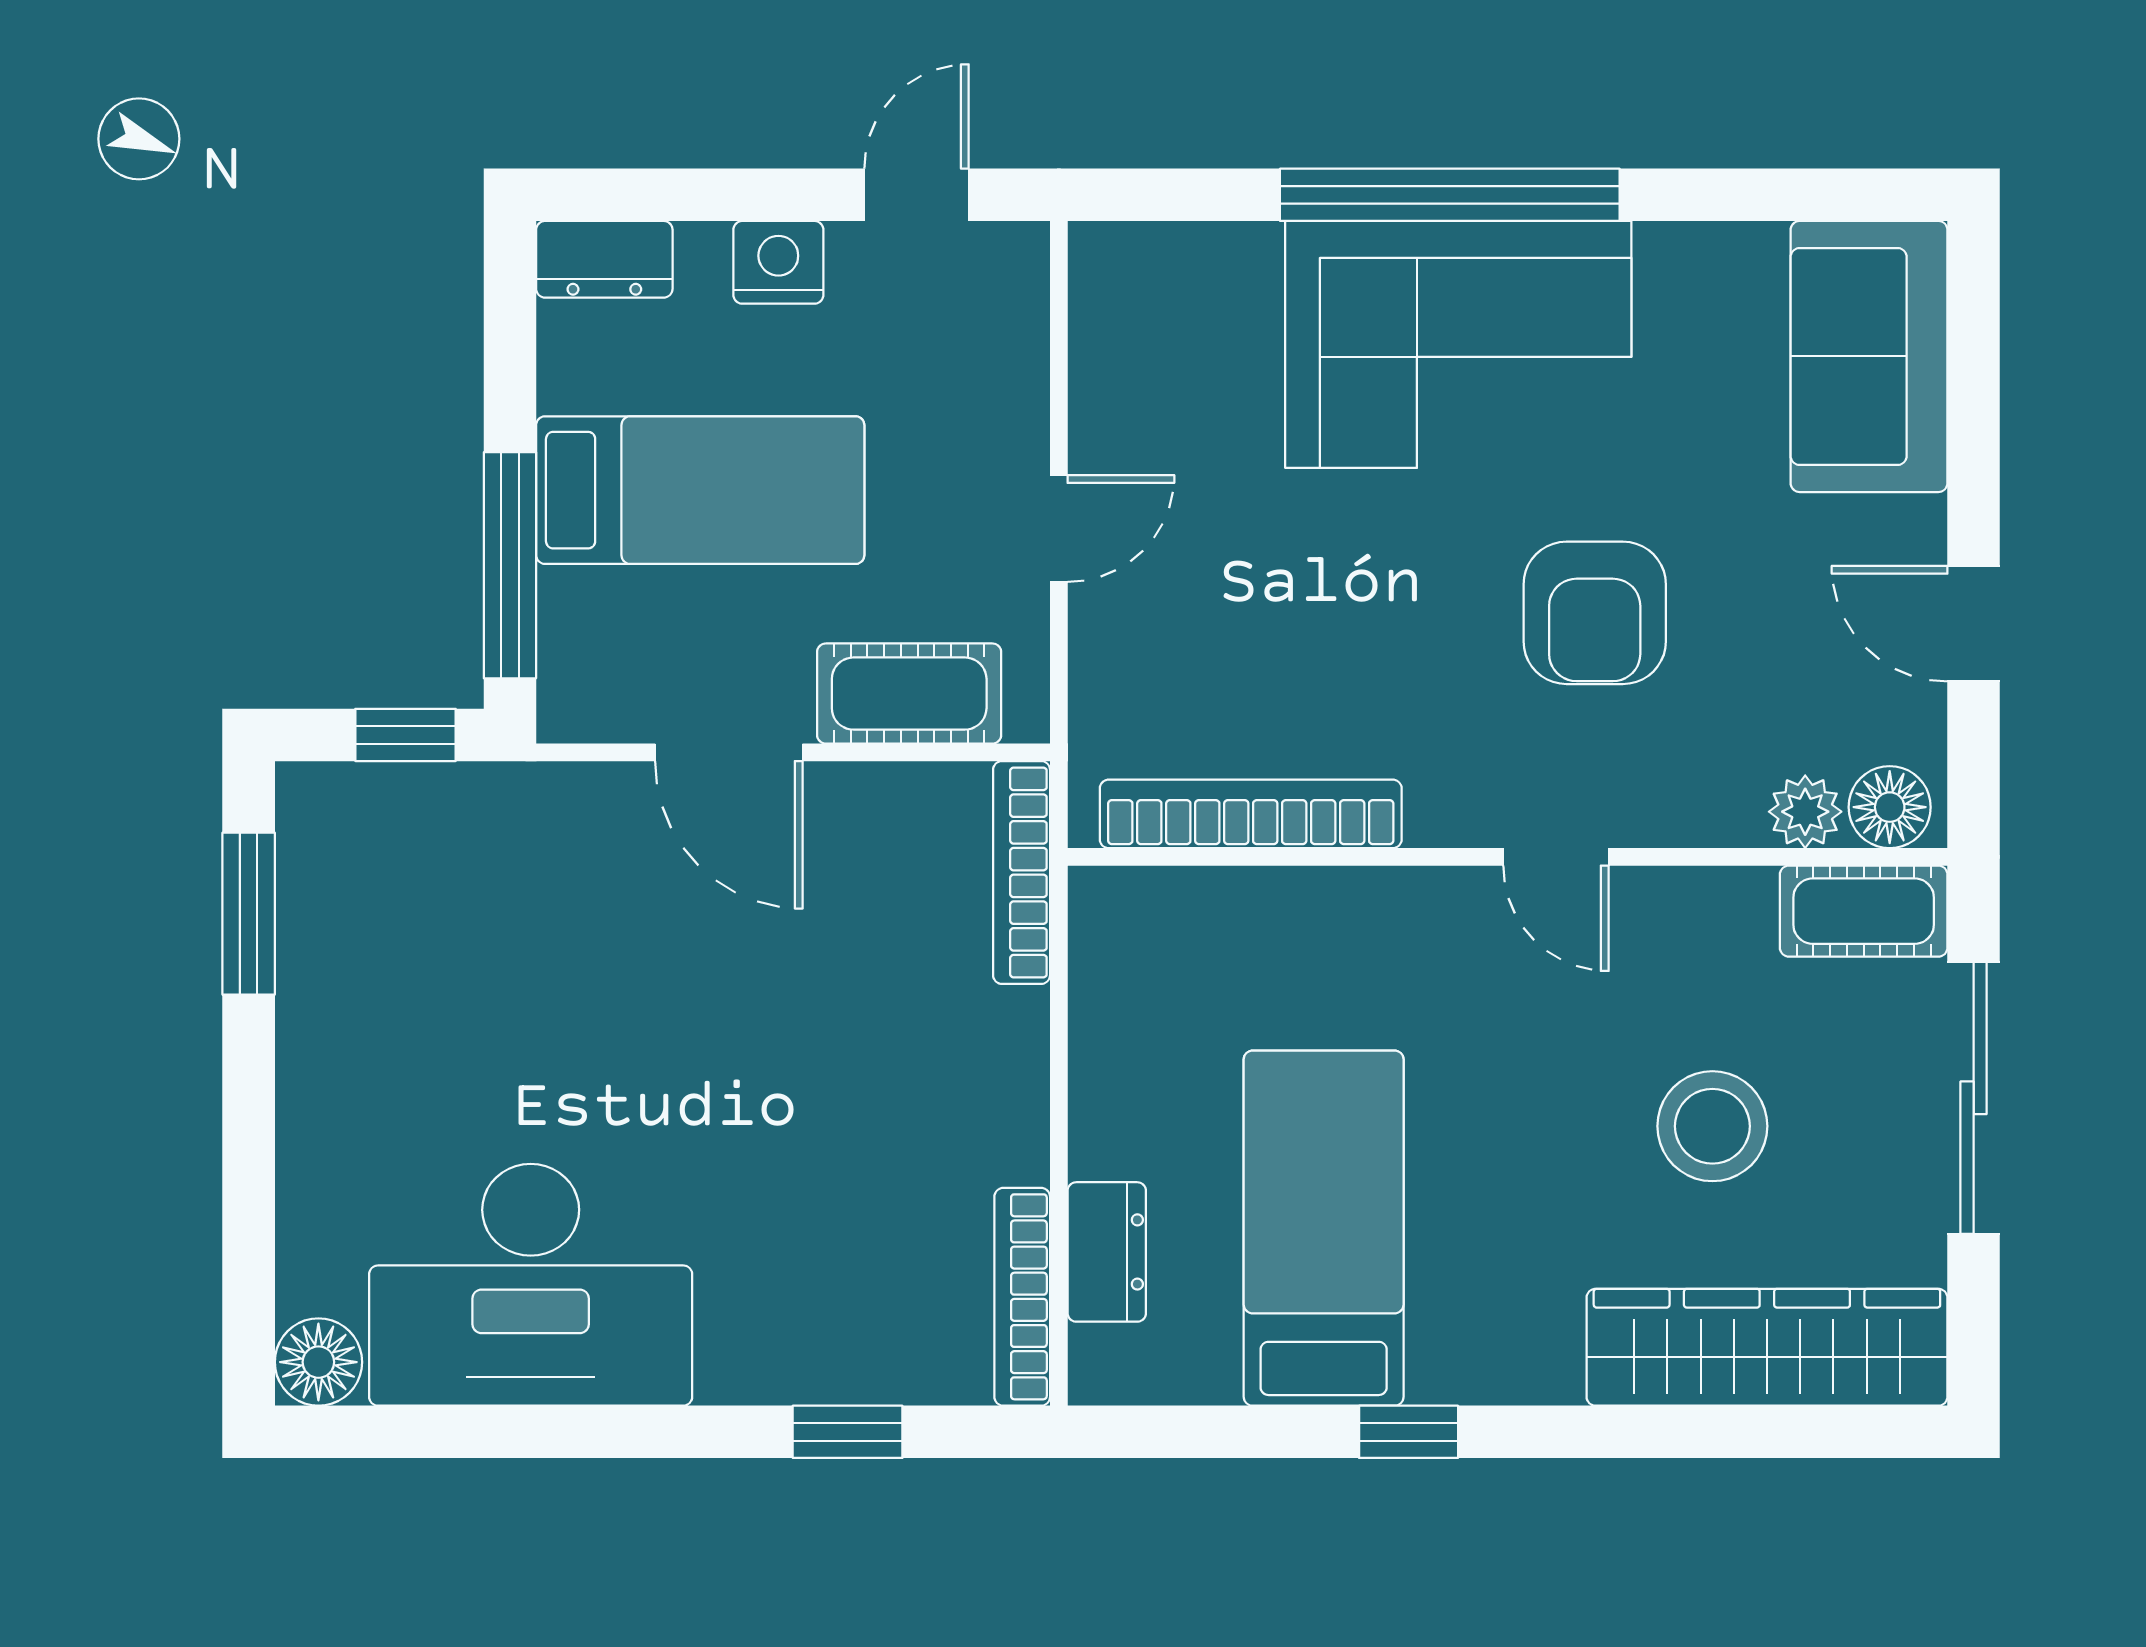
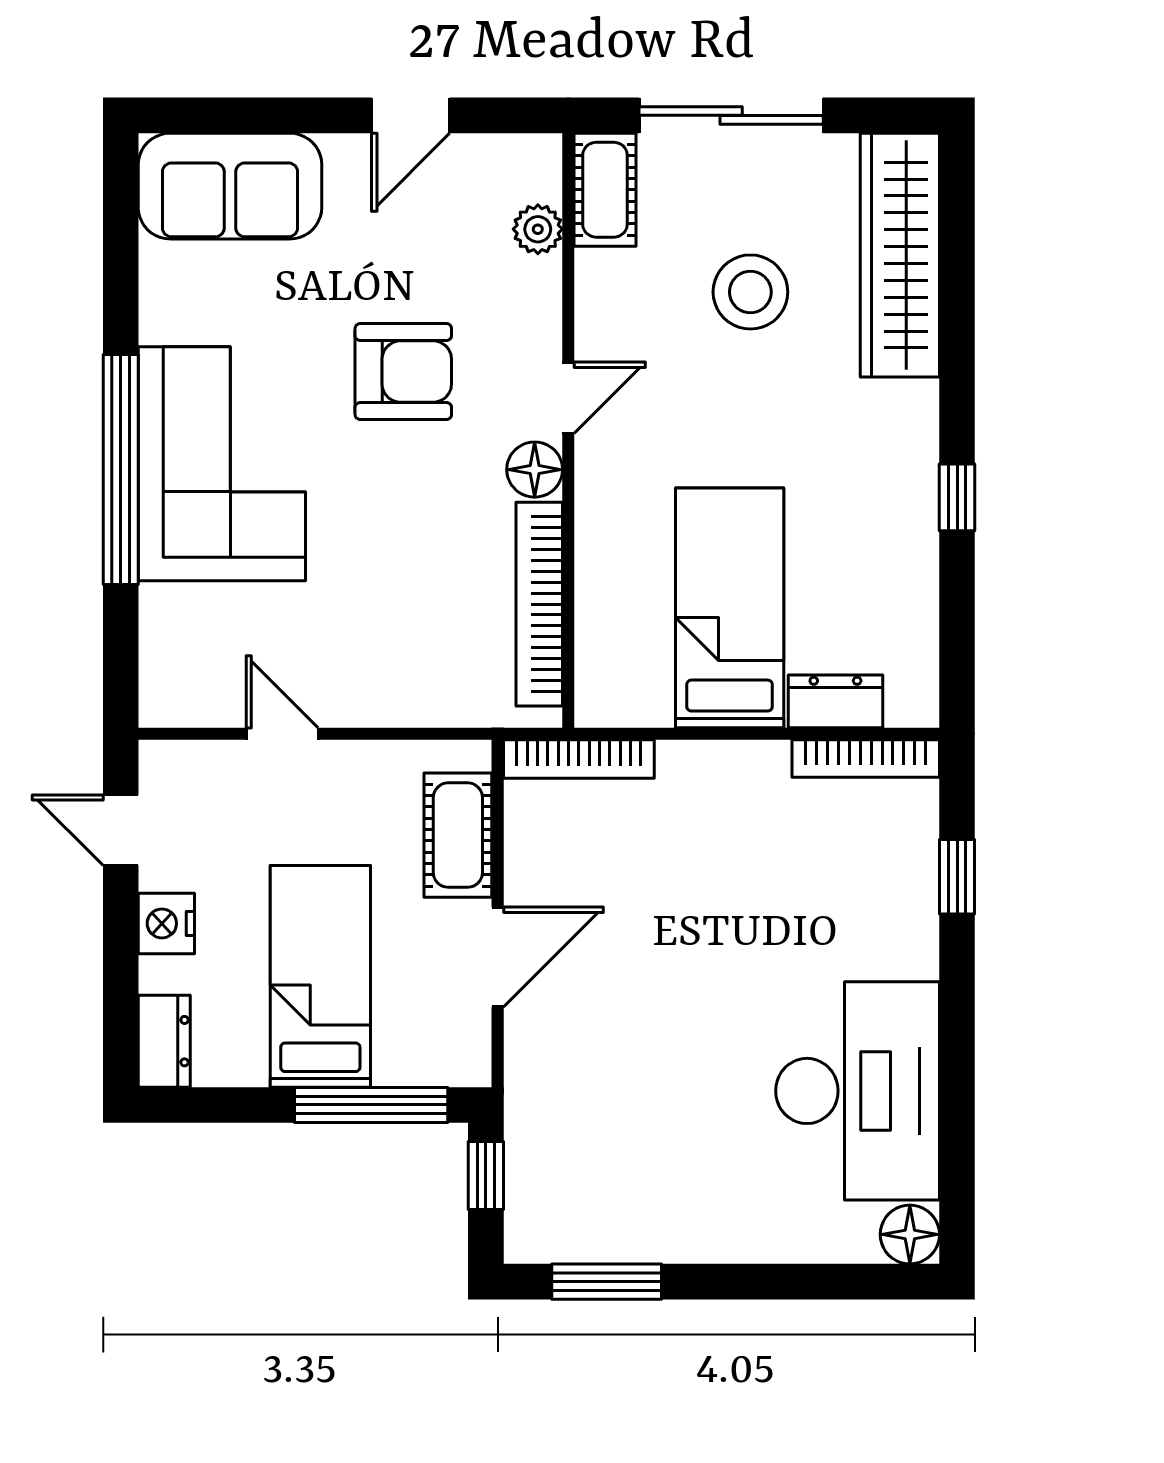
door: (1059, 528) -> (282, 734), moved
floor lamp: (1890, 807) -> (535, 470), moved
bed: (1324, 1228) -> (730, 608), moved, turned 90

